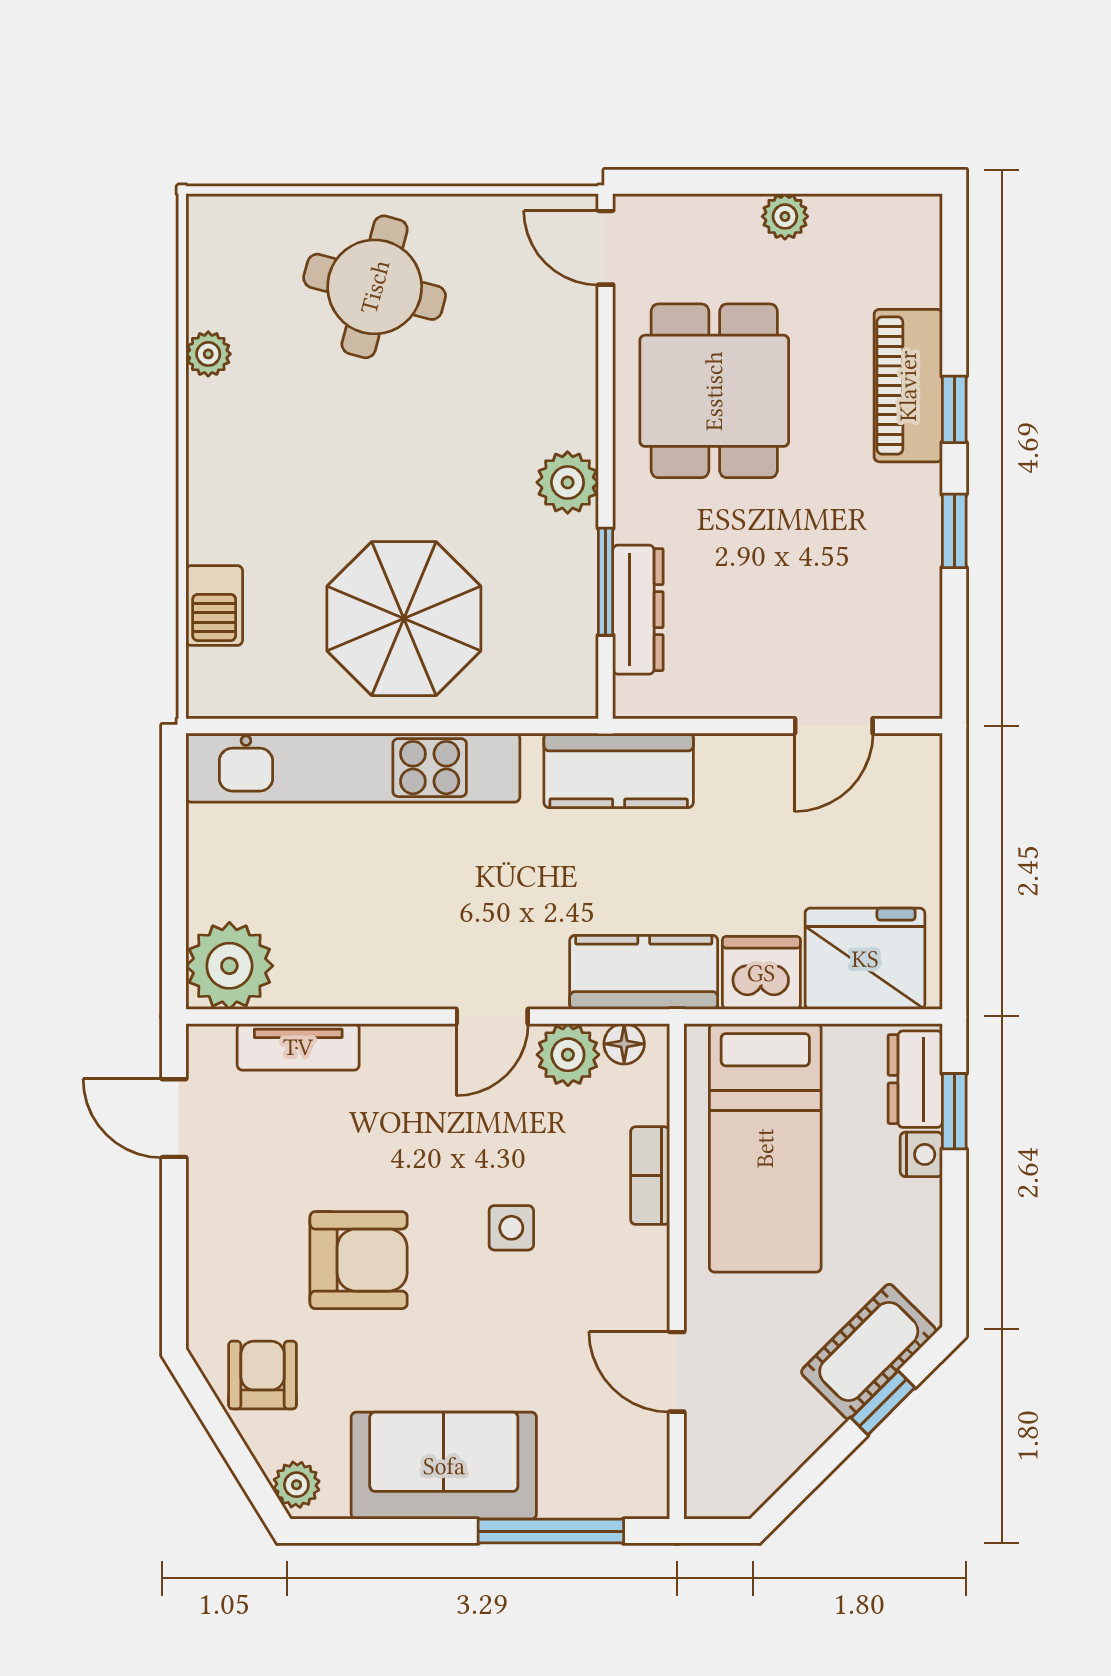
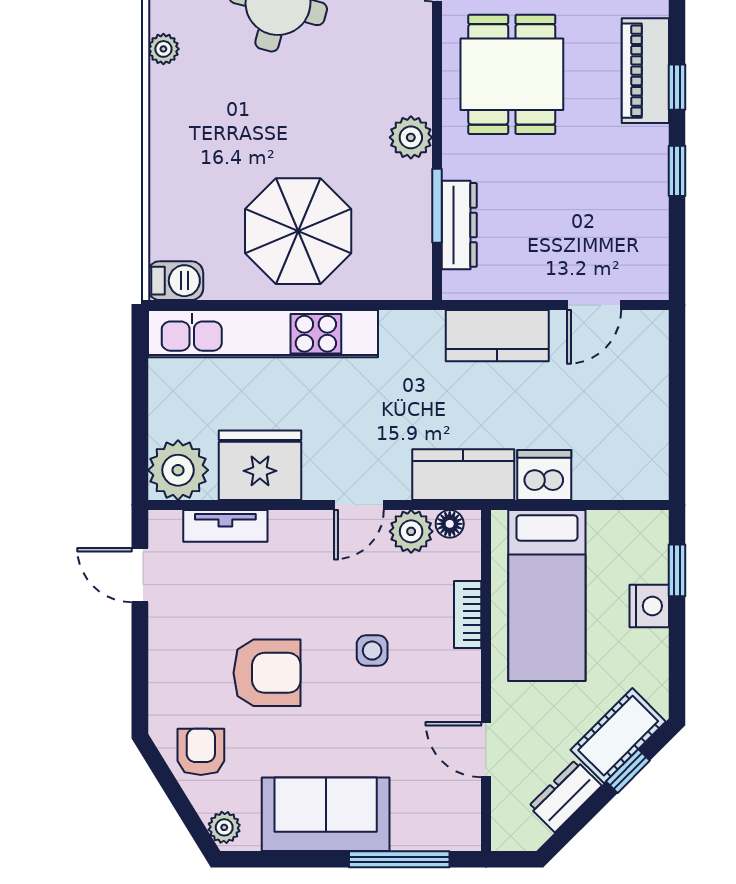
barbecue: (214, 605) -> (176, 281), moved, turned -90
kitchen counter: (619, 770) -> (497, 336), moved
fridge: (865, 959) -> (260, 465), moved
dresser: (915, 1079) -> (565, 796), moved, turned 45
nightstand: (921, 1154) -> (649, 606), width x1.39, depth x1.35

